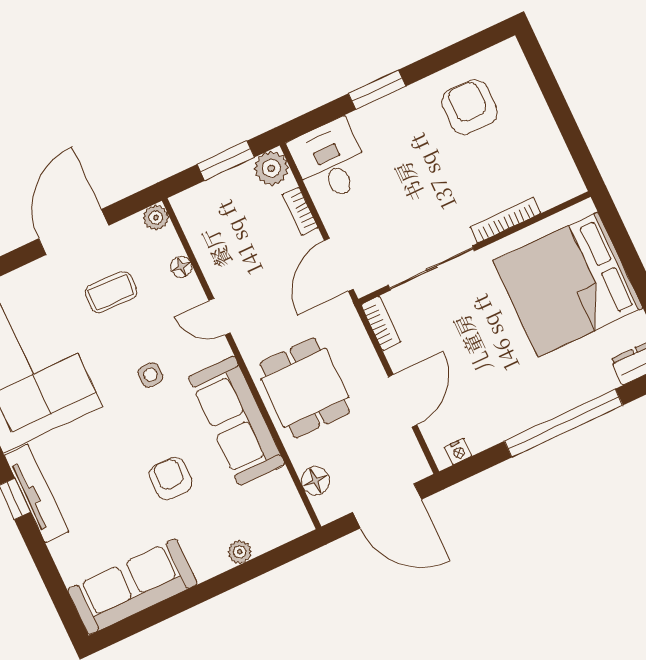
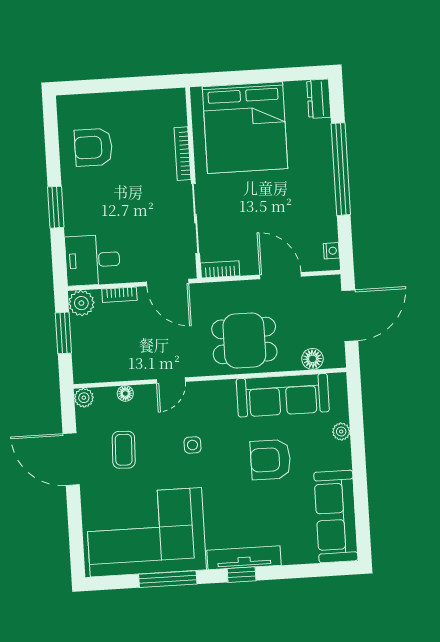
sofa: (237, 421) -> (283, 395), moved
armchair: (171, 478) -> (271, 460), width x1.38, depth x1.38

